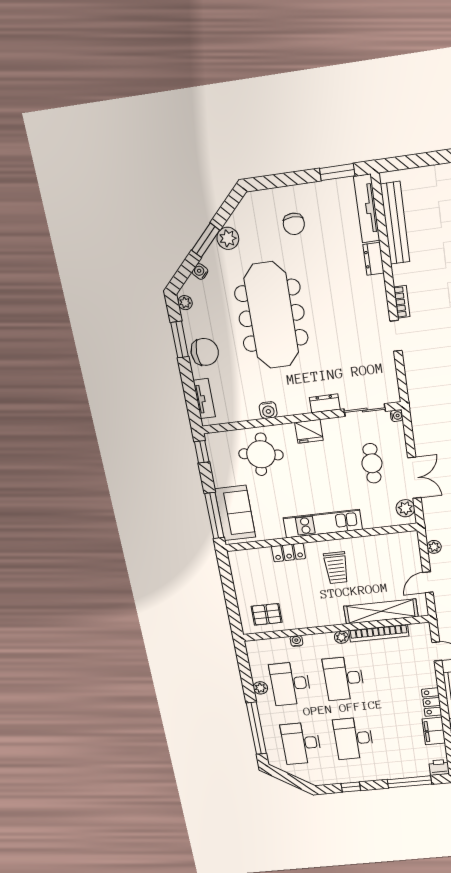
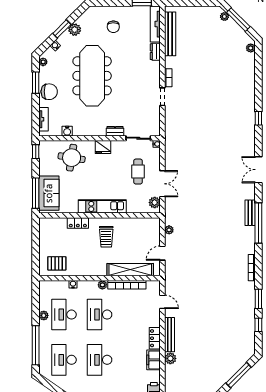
water cooler: (268, 410) -> (67, 131), moved

